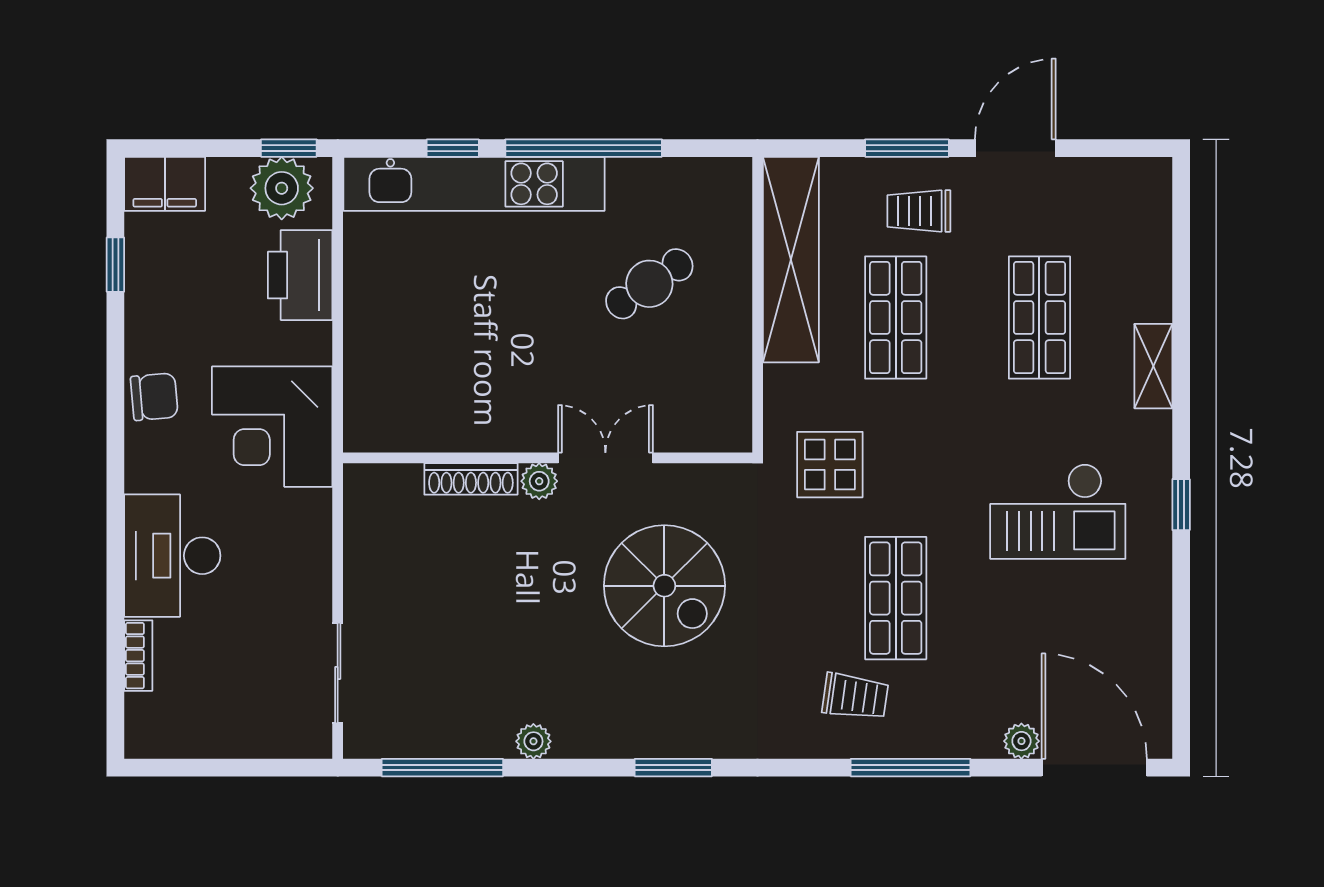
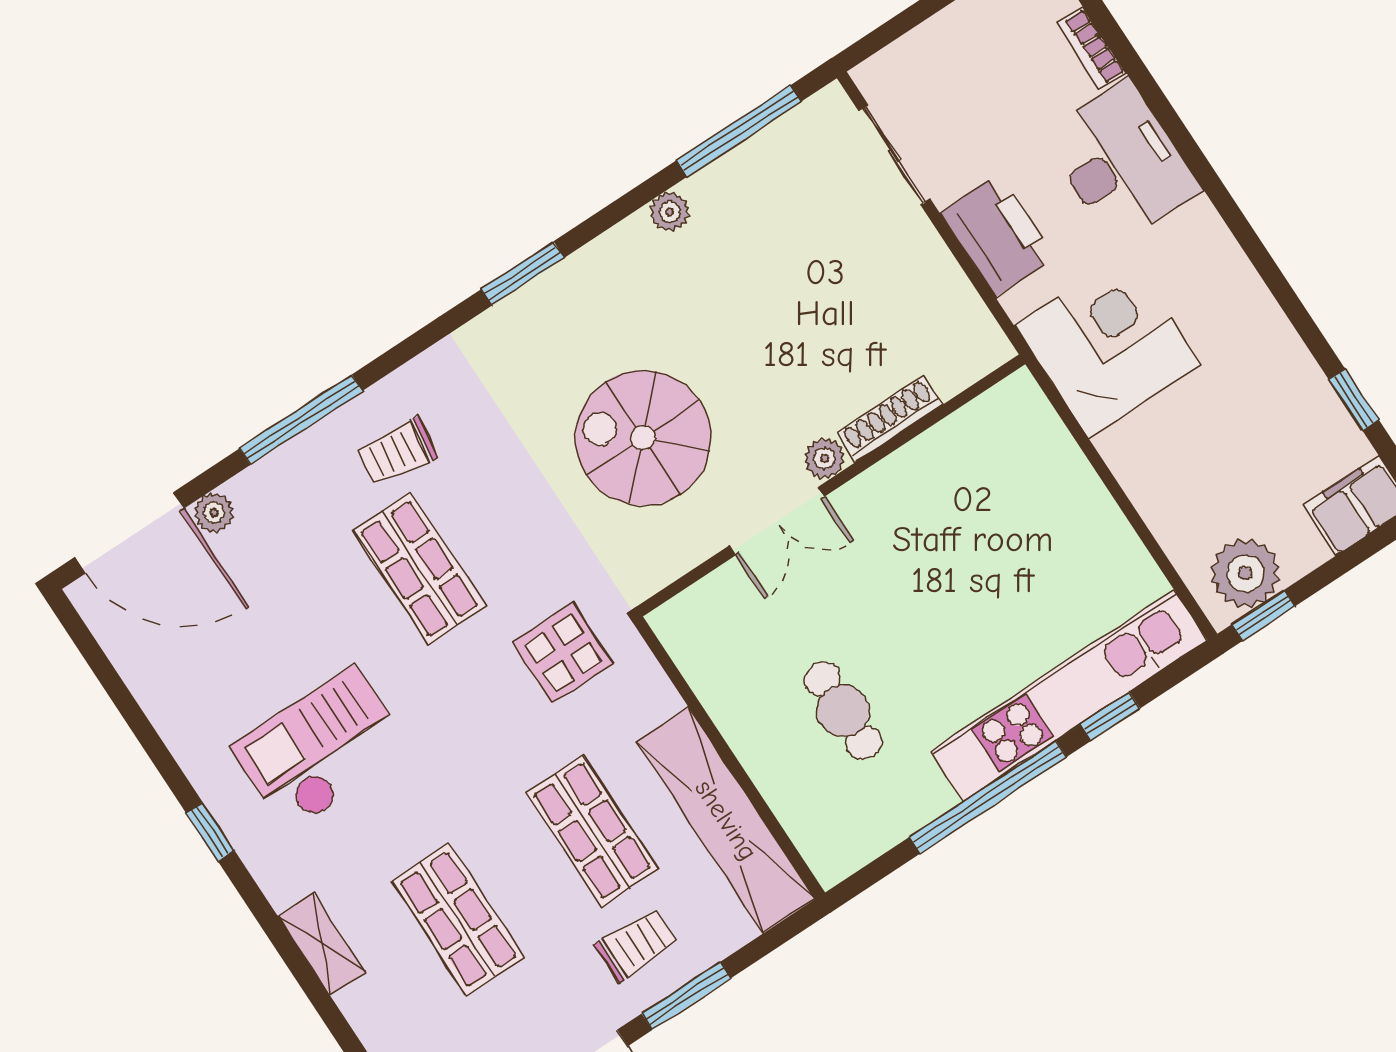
printer: (300, 275) -> (998, 235), moved
cafe table: (649, 284) -> (843, 711), turned -56
chair: (154, 397) -> (1236, 300), removed

